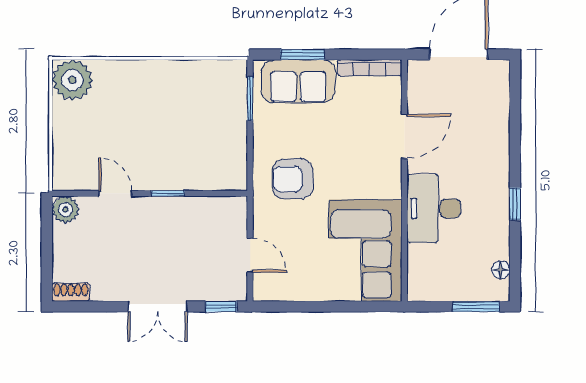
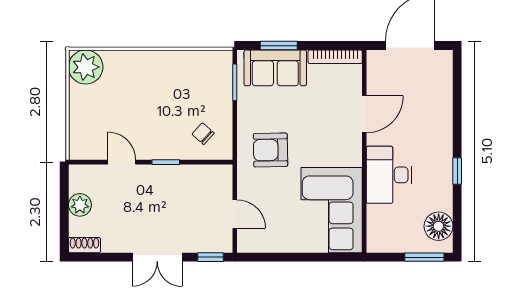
chair: (212, 159) -> (203, 134), added
plant: (65, 209) -> (80, 205), moved
floor lamp: (501, 270) -> (439, 226), width x1.89, depth x1.89

